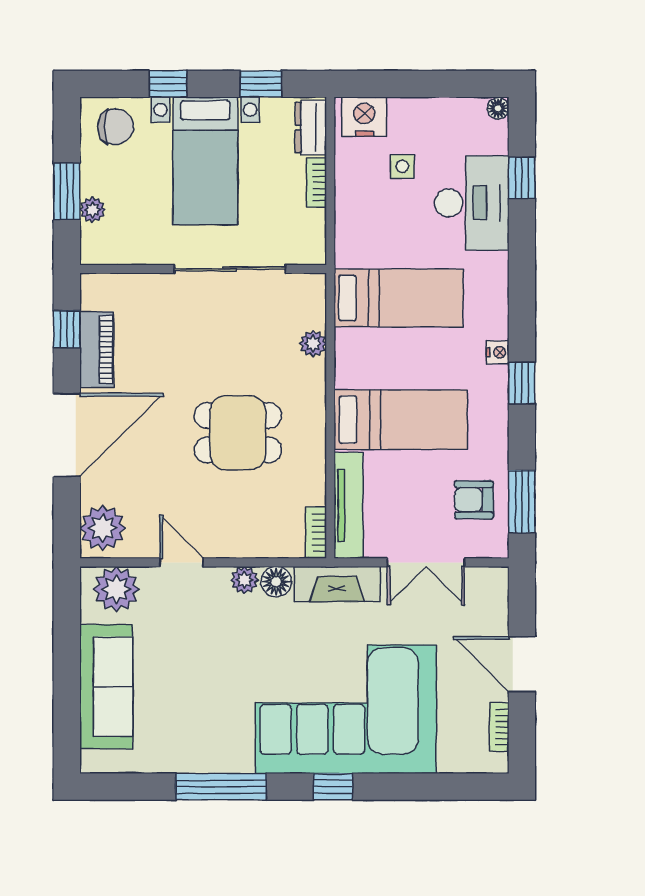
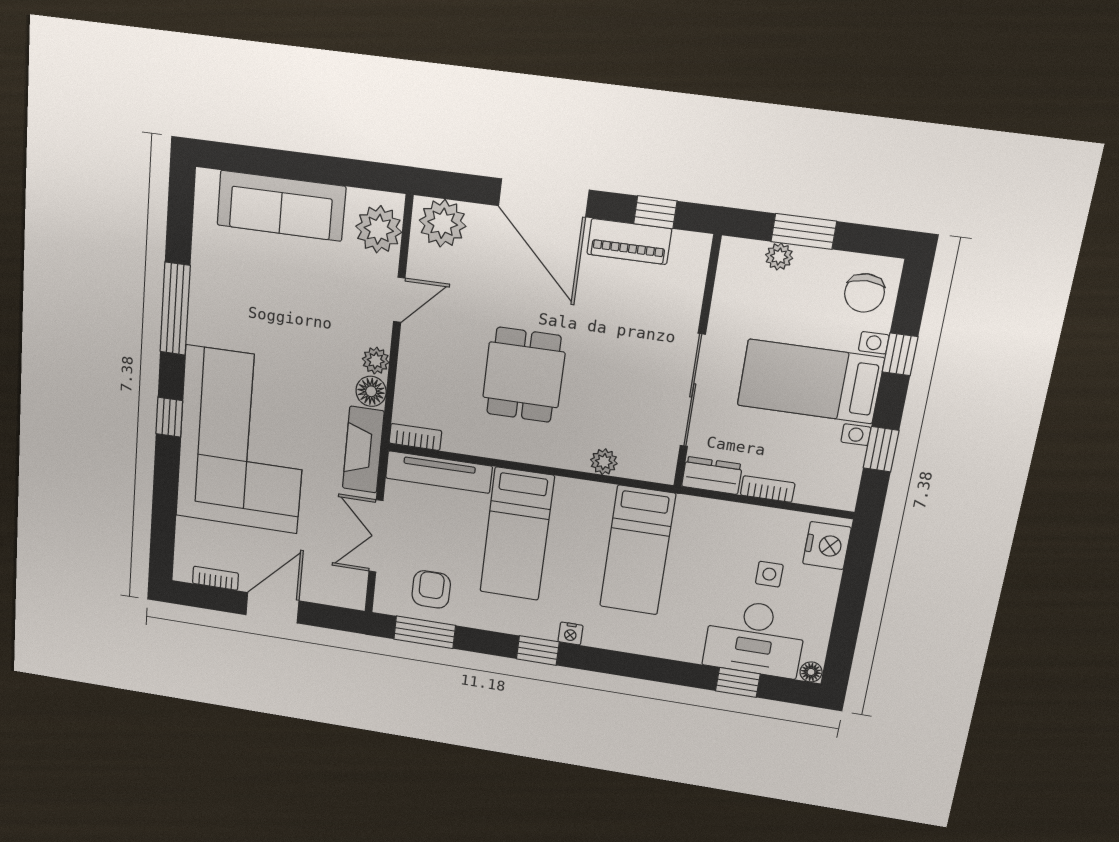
dresser: (311, 128) -> (712, 475), moved
desk: (472, 203) -> (755, 638), moved

